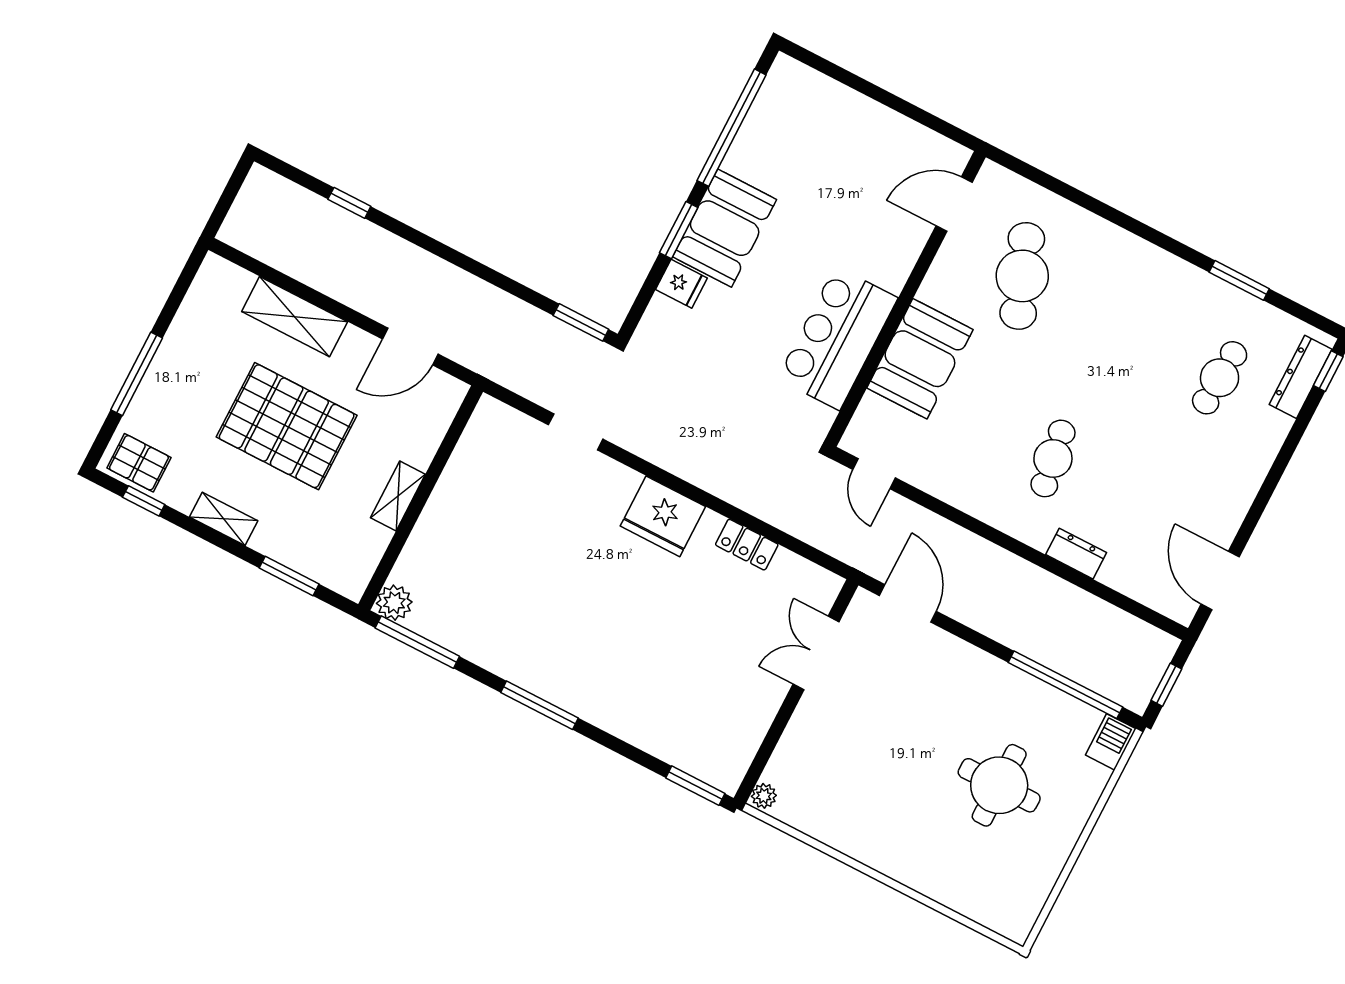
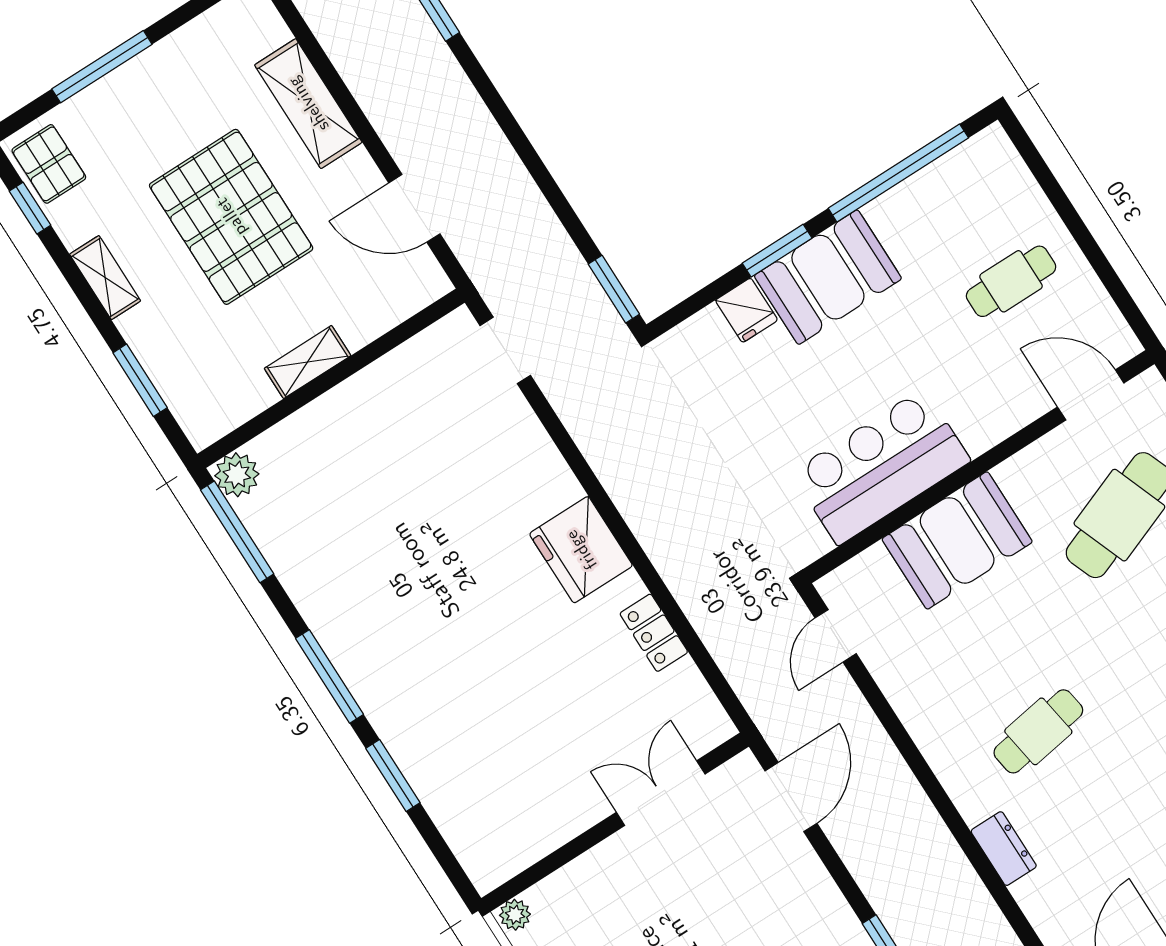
cafe table: (853, 157) -> (1011, 281), added
doorway: (576, 432) -> (505, 350), moved
window: (695, 786) -> (393, 776), moved

